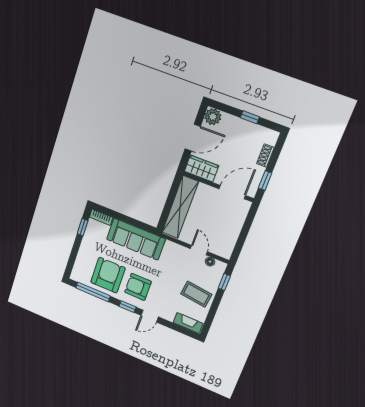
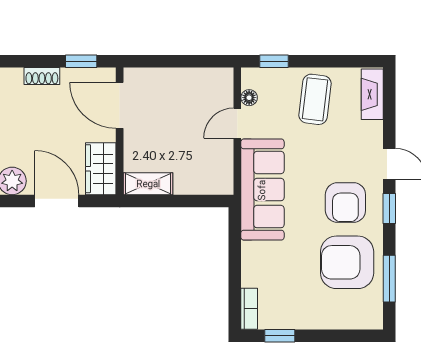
shelving: (180, 207) -> (148, 184), width x0.45, depth x0.75
sofa: (136, 239) -> (262, 190), moved
window: (93, 292) -> (389, 279), width x0.69

